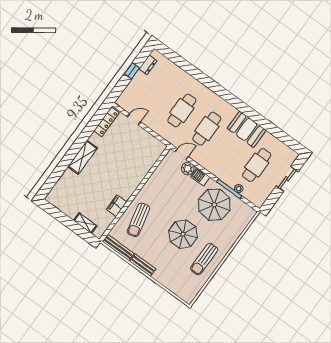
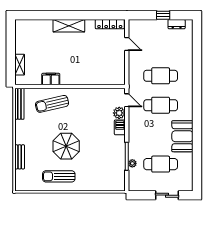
parasol: (214, 205) -> (106, 154), removed
bench: (143, 265) -> (20, 157), moved

